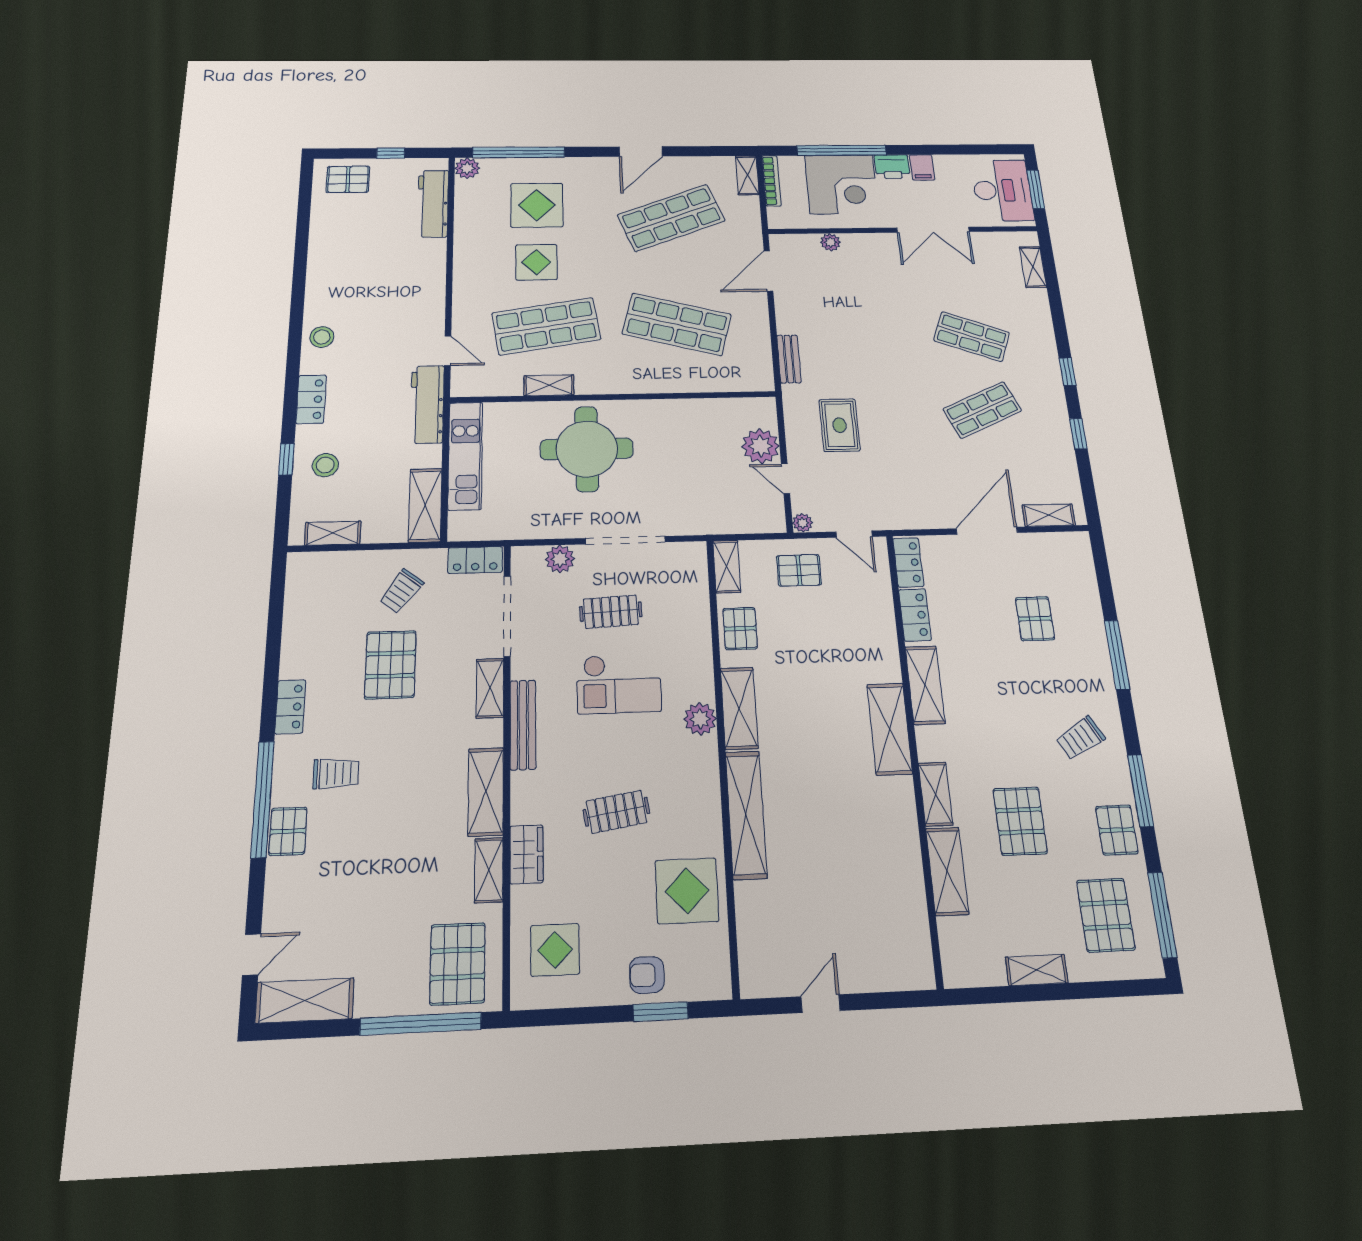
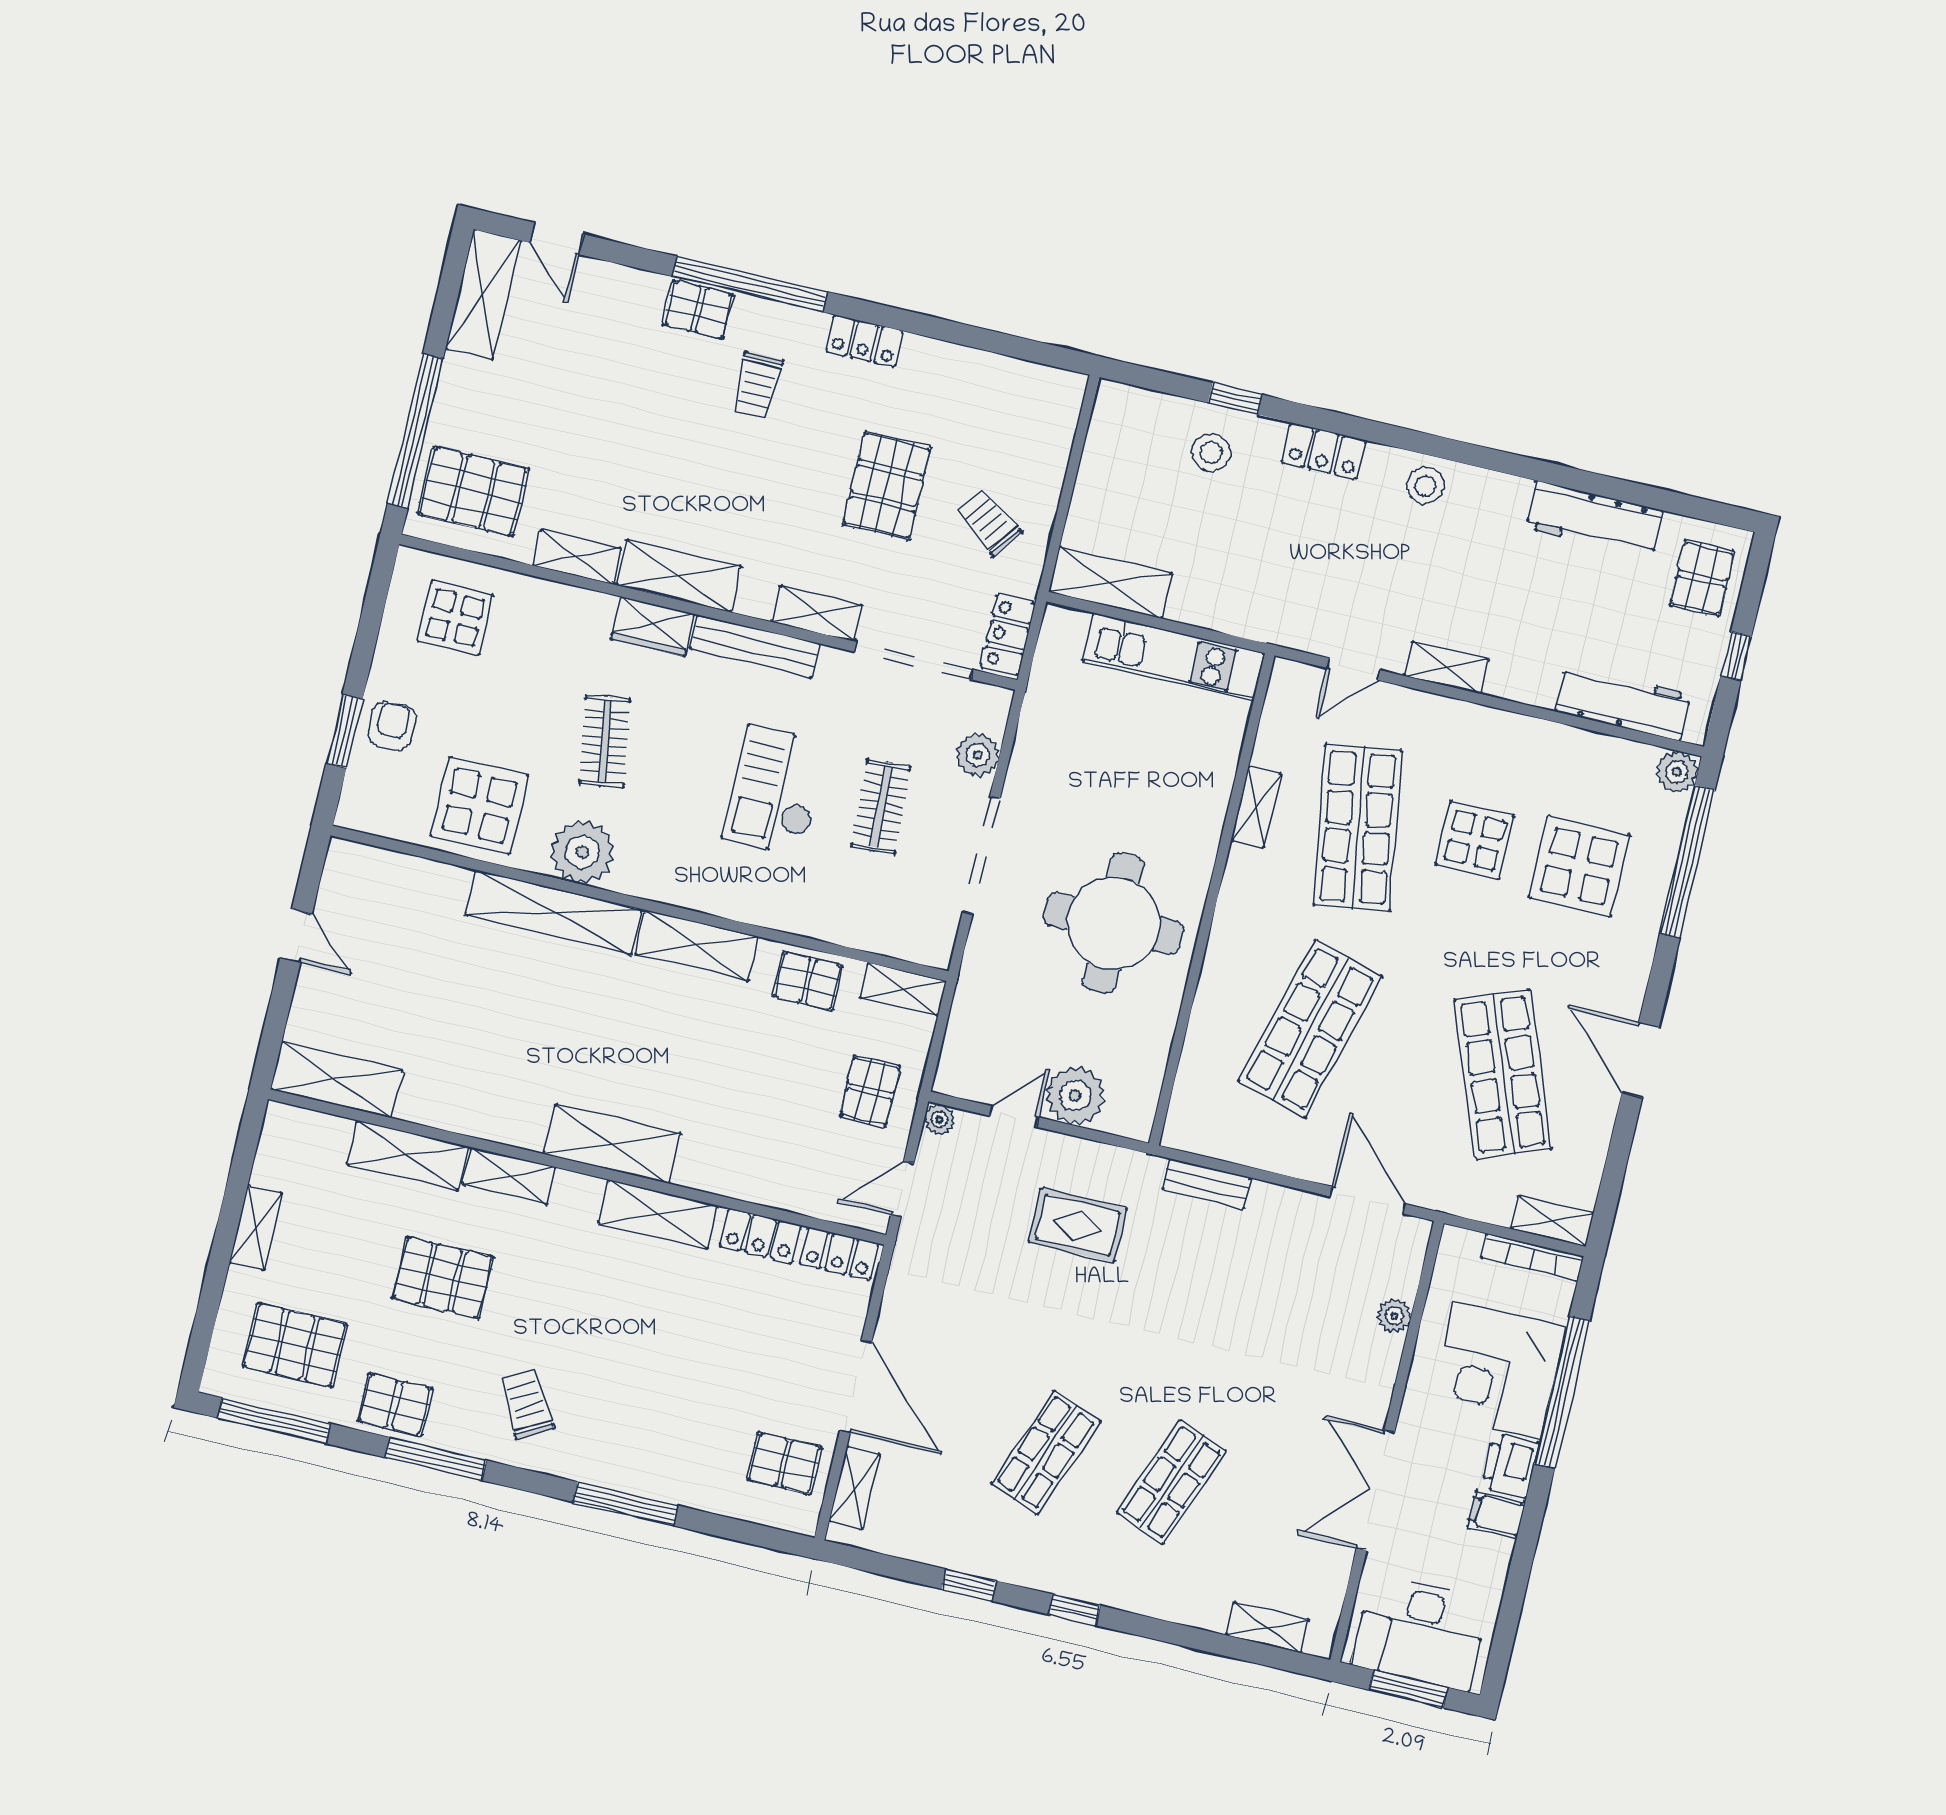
workbench: (427, 404) -> (1594, 519), moved, turned 180
shop shelf: (982, 410) -> (1046, 1452), turned 45
round table: (587, 449) -> (1113, 923), moved
shelving: (333, 533) -> (1446, 668), moved, turned 90
pallet: (1035, 619) -> (784, 1463), moved
pallet: (390, 665) -> (887, 486), turned 90
plant: (700, 719) -> (582, 852), moved, width x1.36, depth x1.36
wardrobe: (526, 854) -> (653, 627), moved
shelving: (913, 940) -> (336, 1080), added

